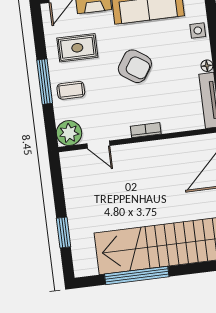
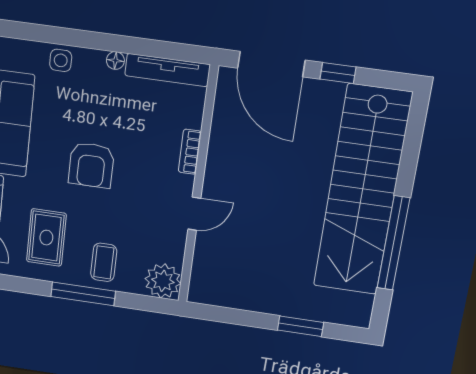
armchair: (135, 66) -> (91, 165), turned 146
bookcase: (146, 130) -> (190, 152), moved
door: (98, 145) -> (194, 214), moved

